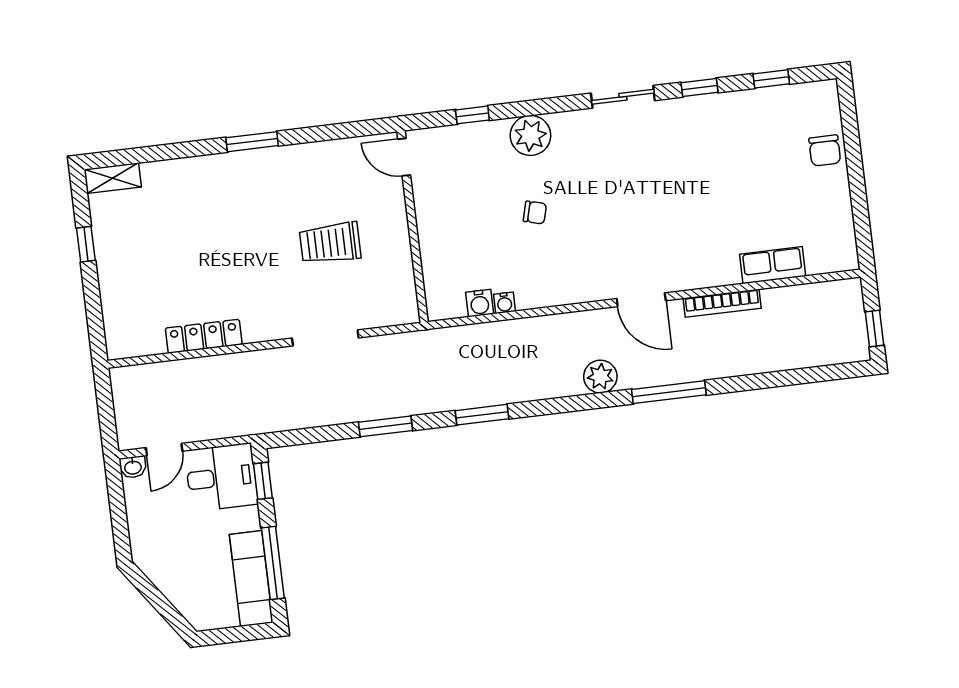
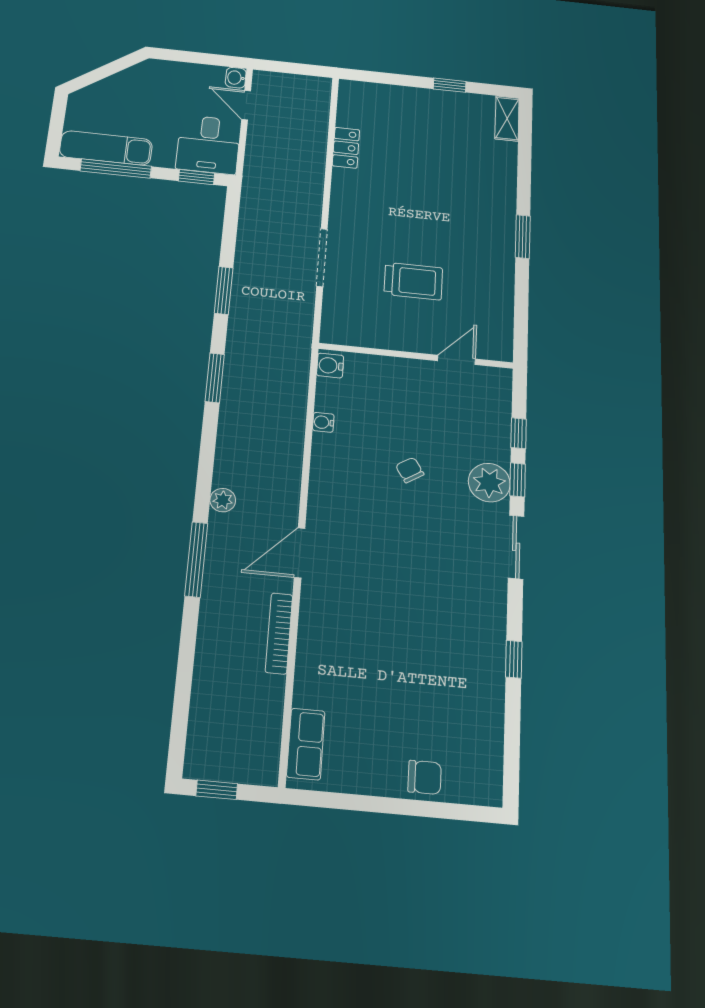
window: (771, 79) -> (518, 480), moved
sliding door: (623, 97) -> (516, 547), moved
chair: (825, 151) -> (425, 777), turned 180
door: (404, 157) -> (456, 360), moved
chair: (535, 212) -> (410, 470), turned 133
trolley: (330, 243) -> (413, 281), turned 90
row of seats: (773, 265) -> (306, 744), moved
water cooler: (480, 303) -> (330, 366), moved
locker: (204, 336) -> (346, 148), width x0.66
plant: (600, 377) -> (223, 500), width x0.73, depth x0.73

